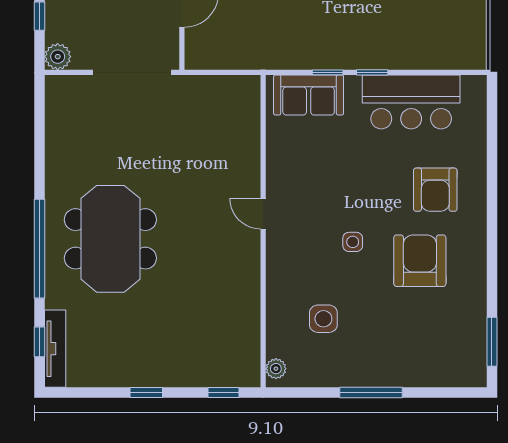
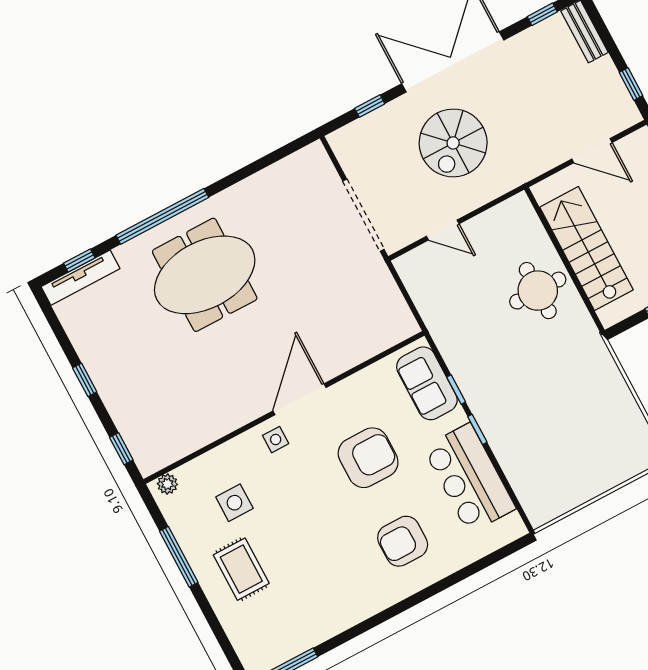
plant: (58, 57) -> (342, 141), removed
door: (263, 214) -> (300, 399), width x1.87
side table: (353, 242) -> (276, 440), moved
armchair: (420, 261) -> (368, 458), moved
rug: (385, 344) -> (241, 569), added
window: (371, 393) -> (179, 557), moved

